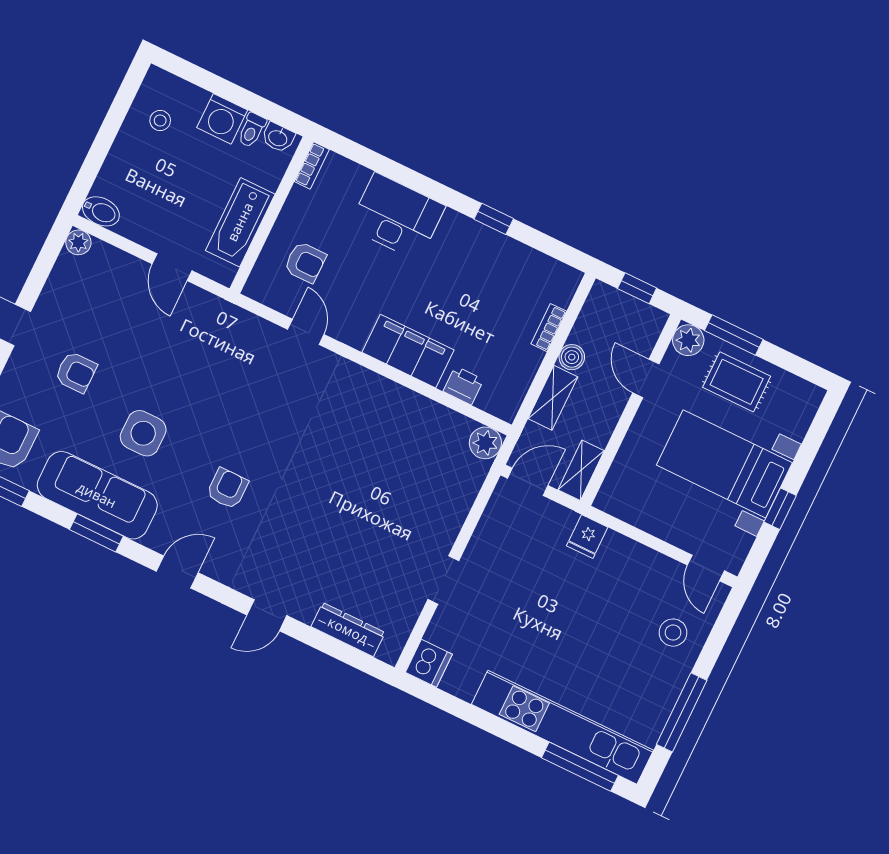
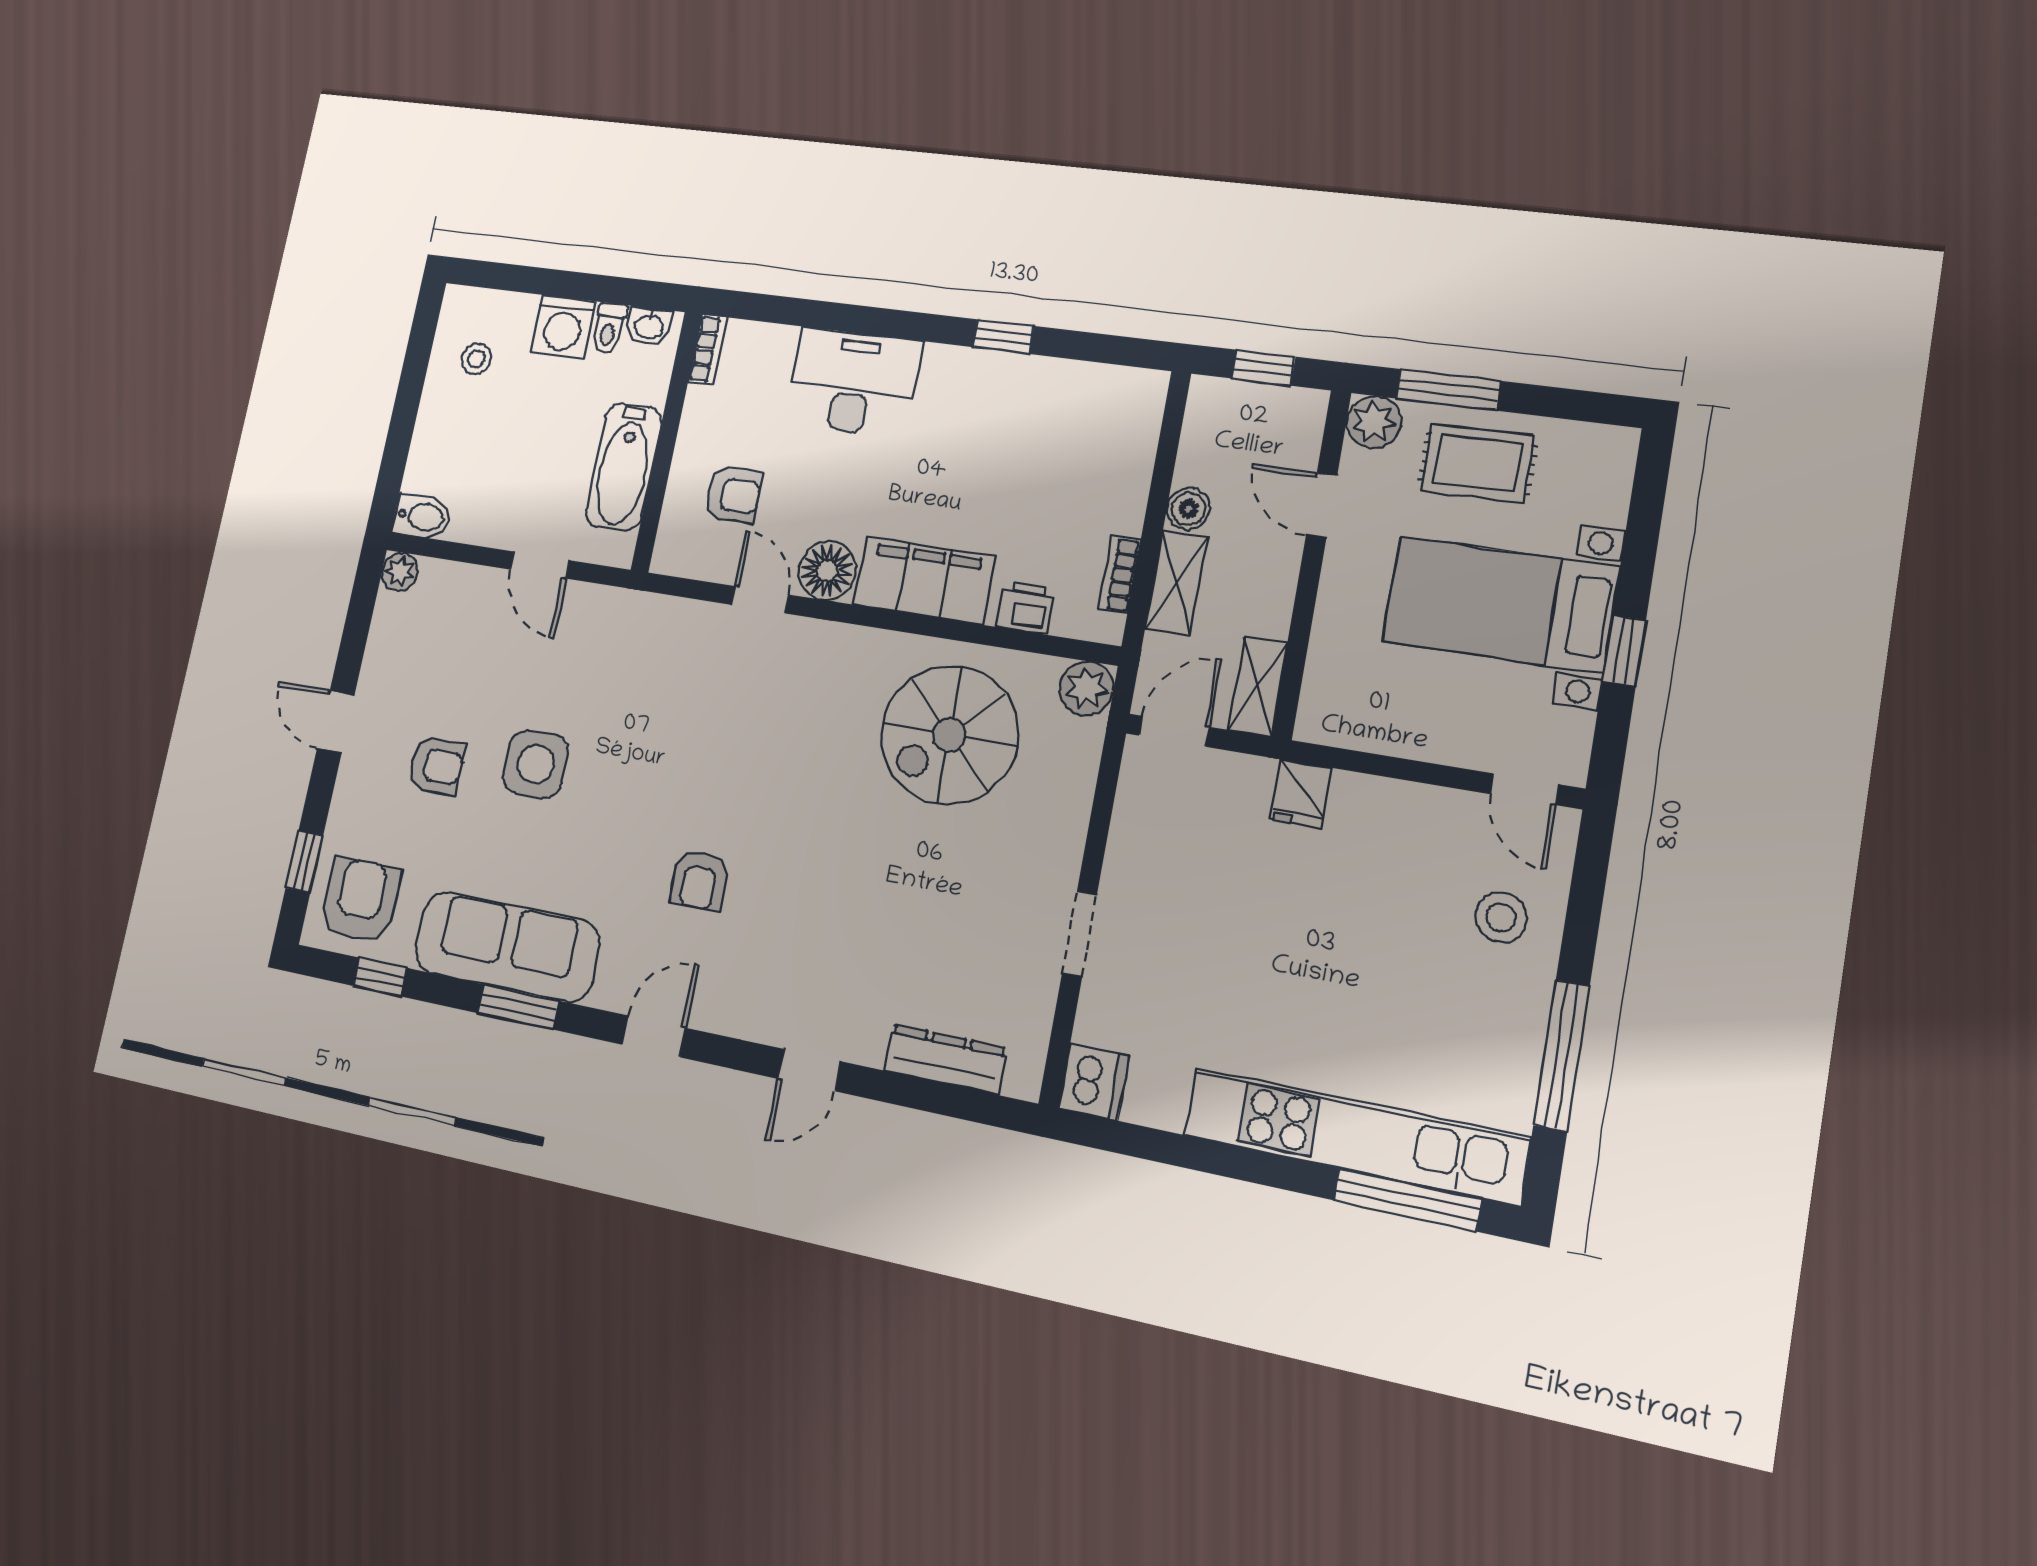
floor lamp: (351, 327) -> (827, 571), added
bookcase: (549, 328) -> (1119, 575), moved
side table: (143, 433) -> (536, 764), moved
spiral stairs: (399, 446) -> (949, 735), added
armchair: (227, 489) -> (699, 880), turned 180

